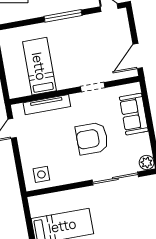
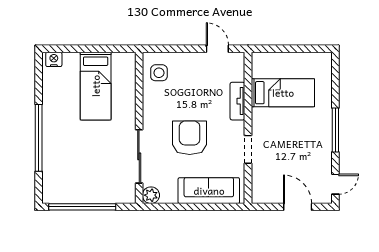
door: (138, 56) -> (298, 207), moved
tv unit: (47, 105) -> (237, 101), width x0.71
sofa: (134, 114) -> (209, 191), width x1.36

